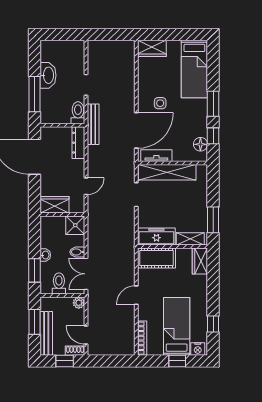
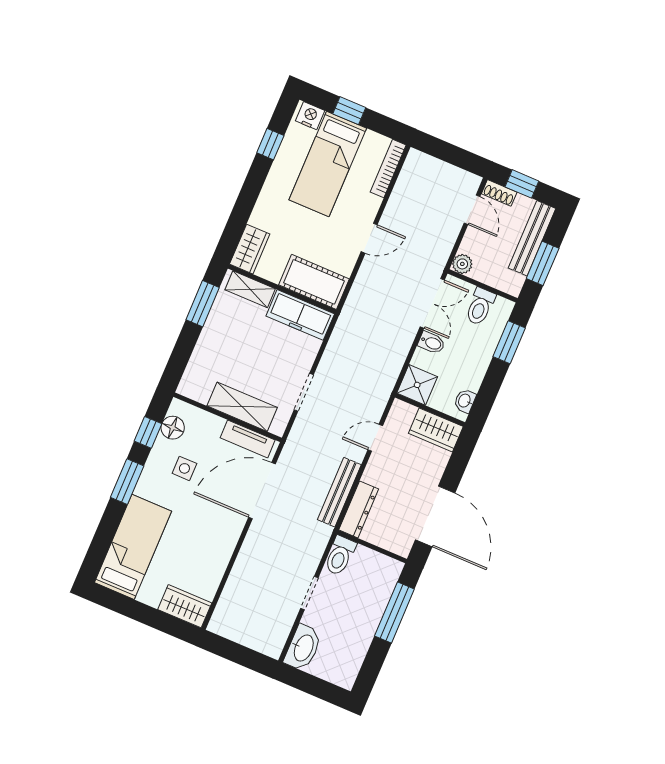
washbasin: (48, 75) -> (303, 648), moved, turned 180
side table: (160, 103) -> (184, 468), moved
bench: (93, 124) -> (339, 492), moved
shelving: (167, 172) -> (242, 407), width x0.68
washbasin: (45, 255) -> (465, 401), moved

